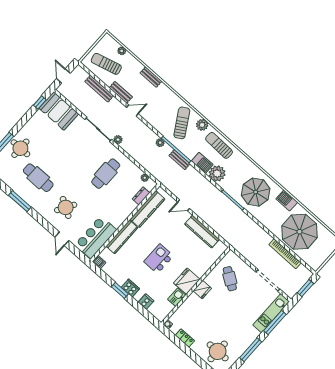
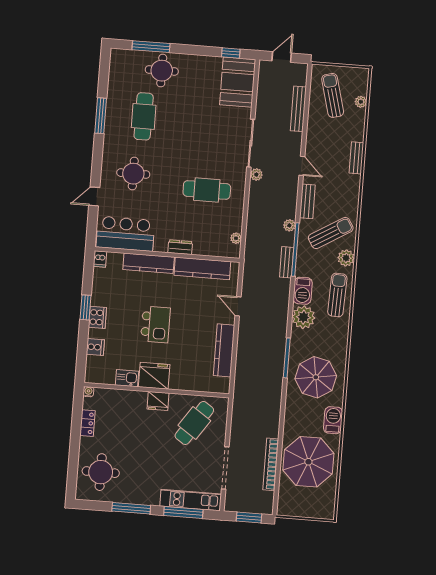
bench: (121, 92) -> (307, 201), moved
dresser: (141, 196) -> (180, 247), moved
round table: (66, 207) -> (133, 174), turned -31
kitchen island: (159, 259) -> (155, 324), turned 90
cafe table: (230, 279) -> (194, 423), width x1.37, depth x1.35

